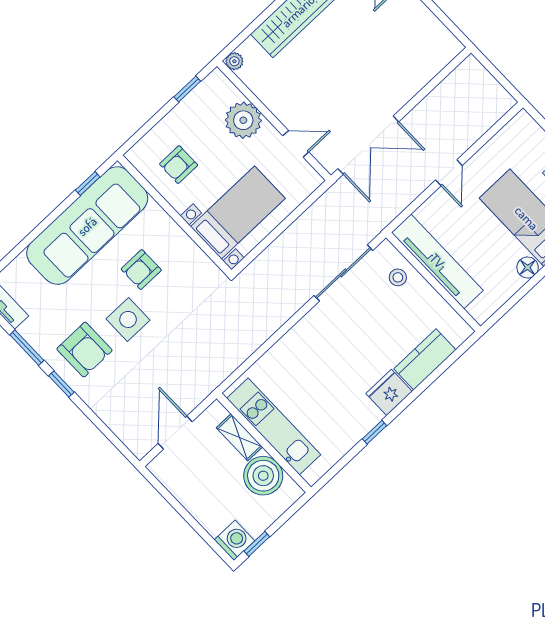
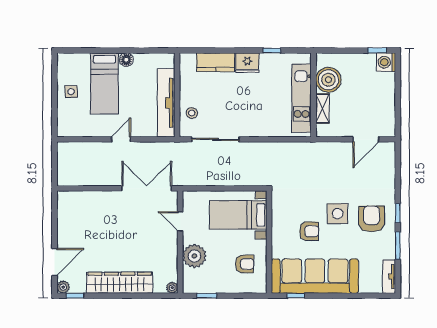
kitchen unit: (274, 427) -> (302, 98), moved
shelving: (239, 437) -> (322, 108), moved
wall: (264, 443) -> (313, 95), moved
boiler: (263, 476) -> (328, 80), moved

